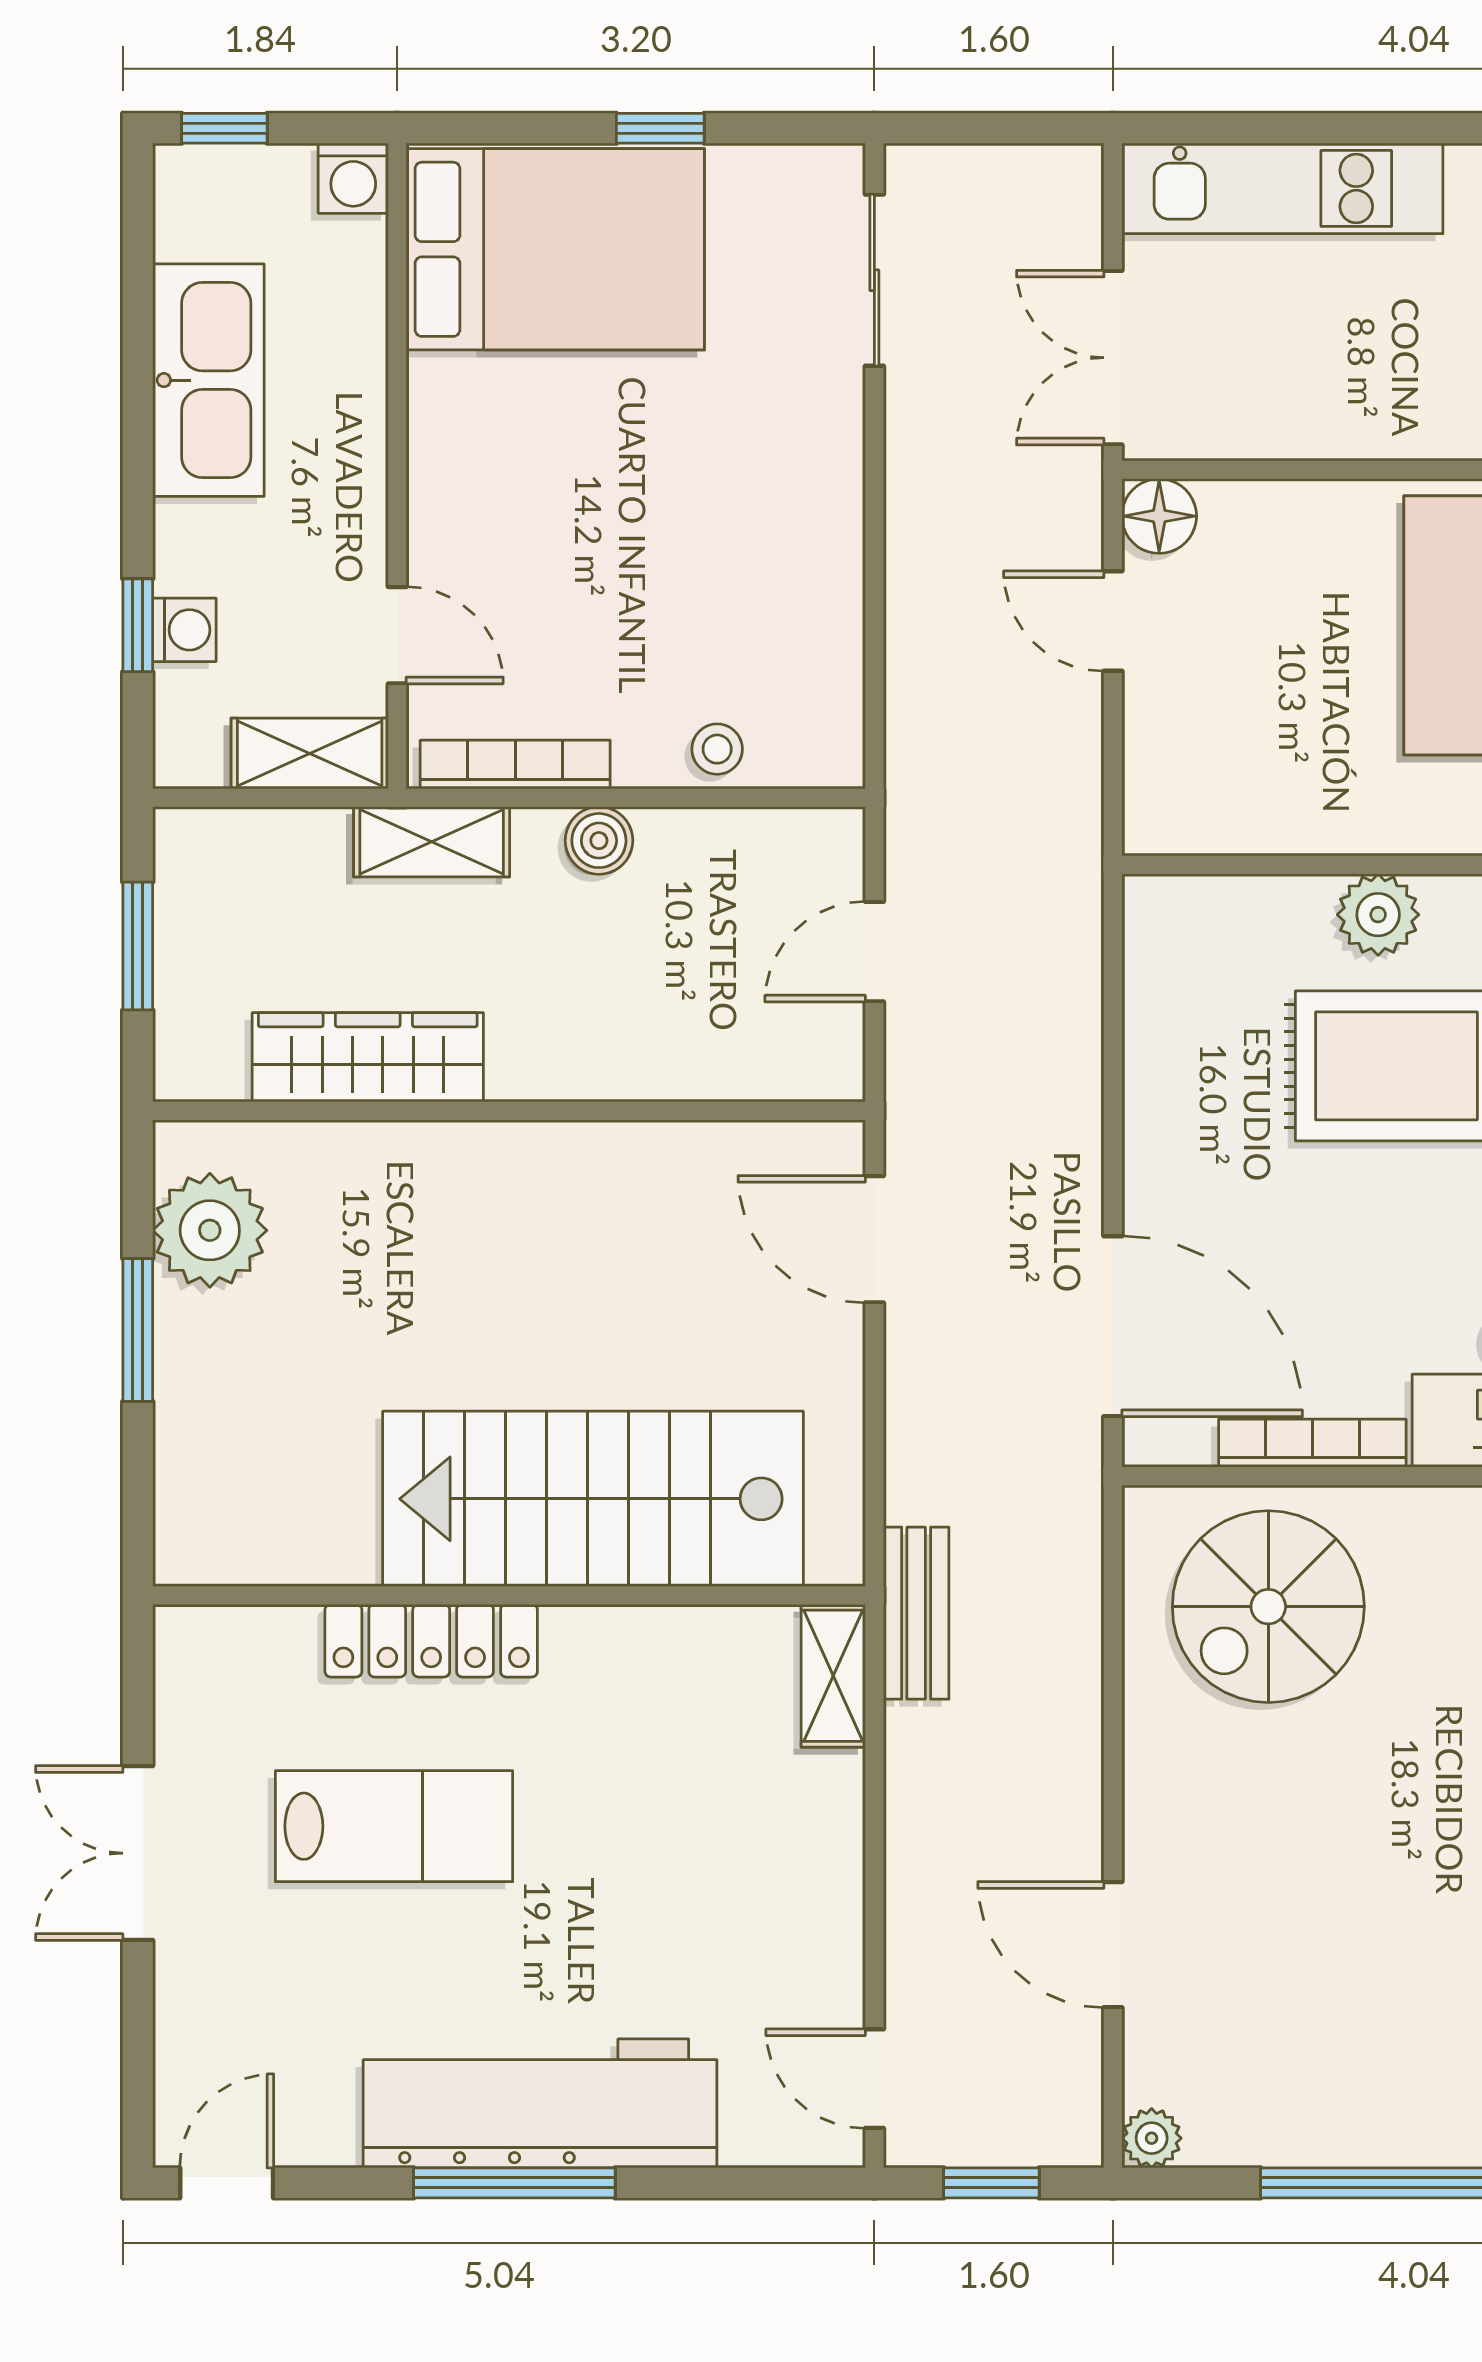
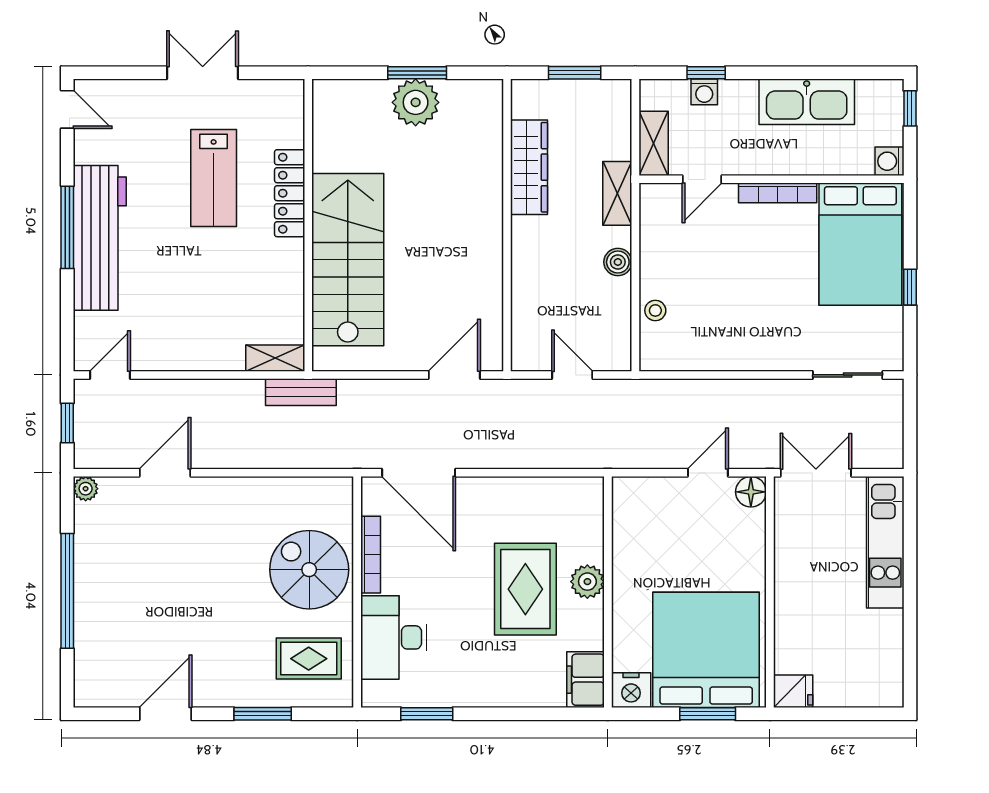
bookcase: (515, 764) -> (778, 193), moved, turned 90
plant: (210, 1230) -> (416, 102), moved
door: (1113, 1326) -> (419, 473), hinge flipped
spiral stairs: (1268, 1607) -> (309, 570), moved

